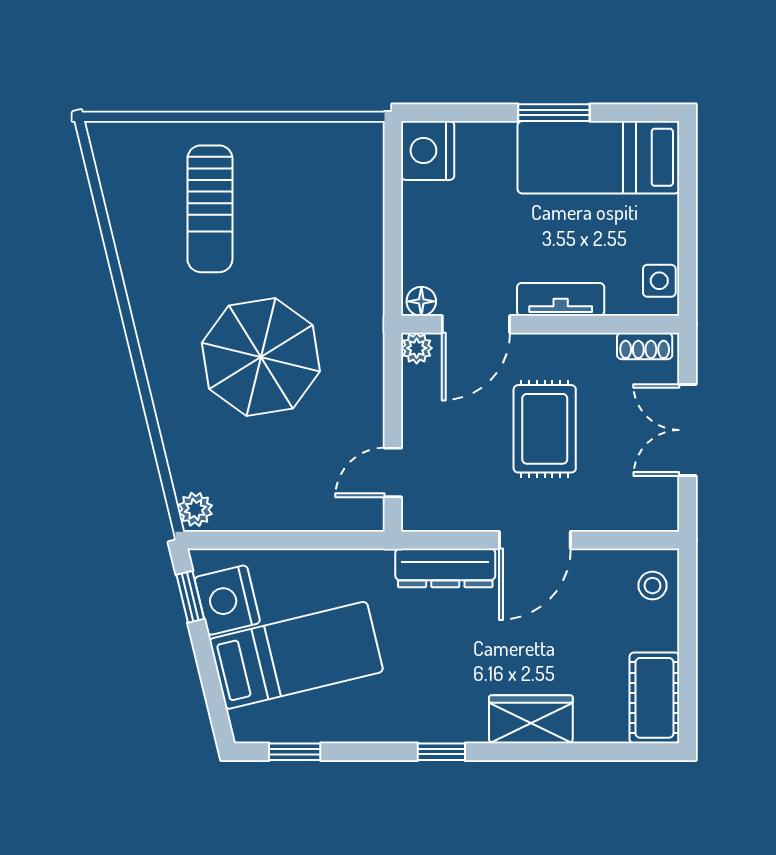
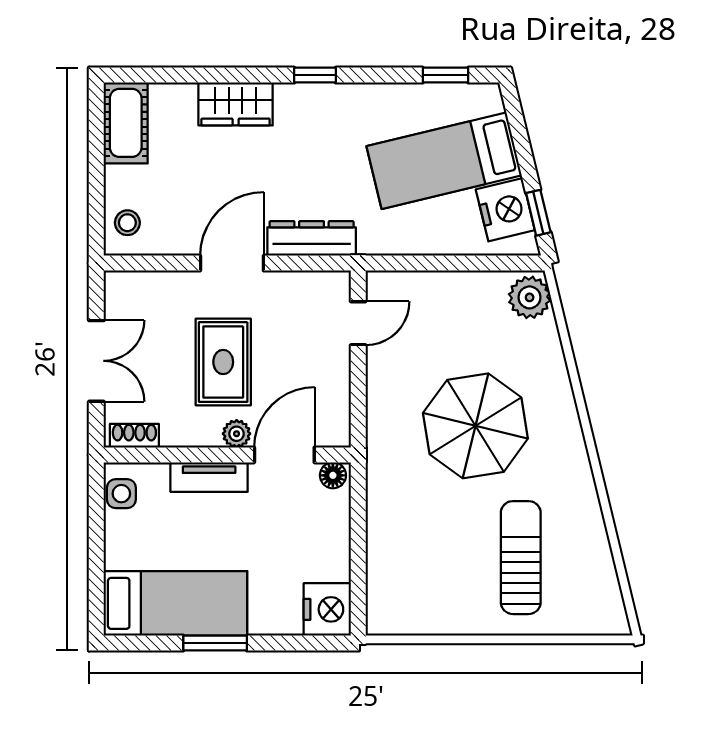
plant: (417, 348) -> (237, 434), moved
plant: (195, 509) -> (530, 297), width x1.38, depth x1.38

